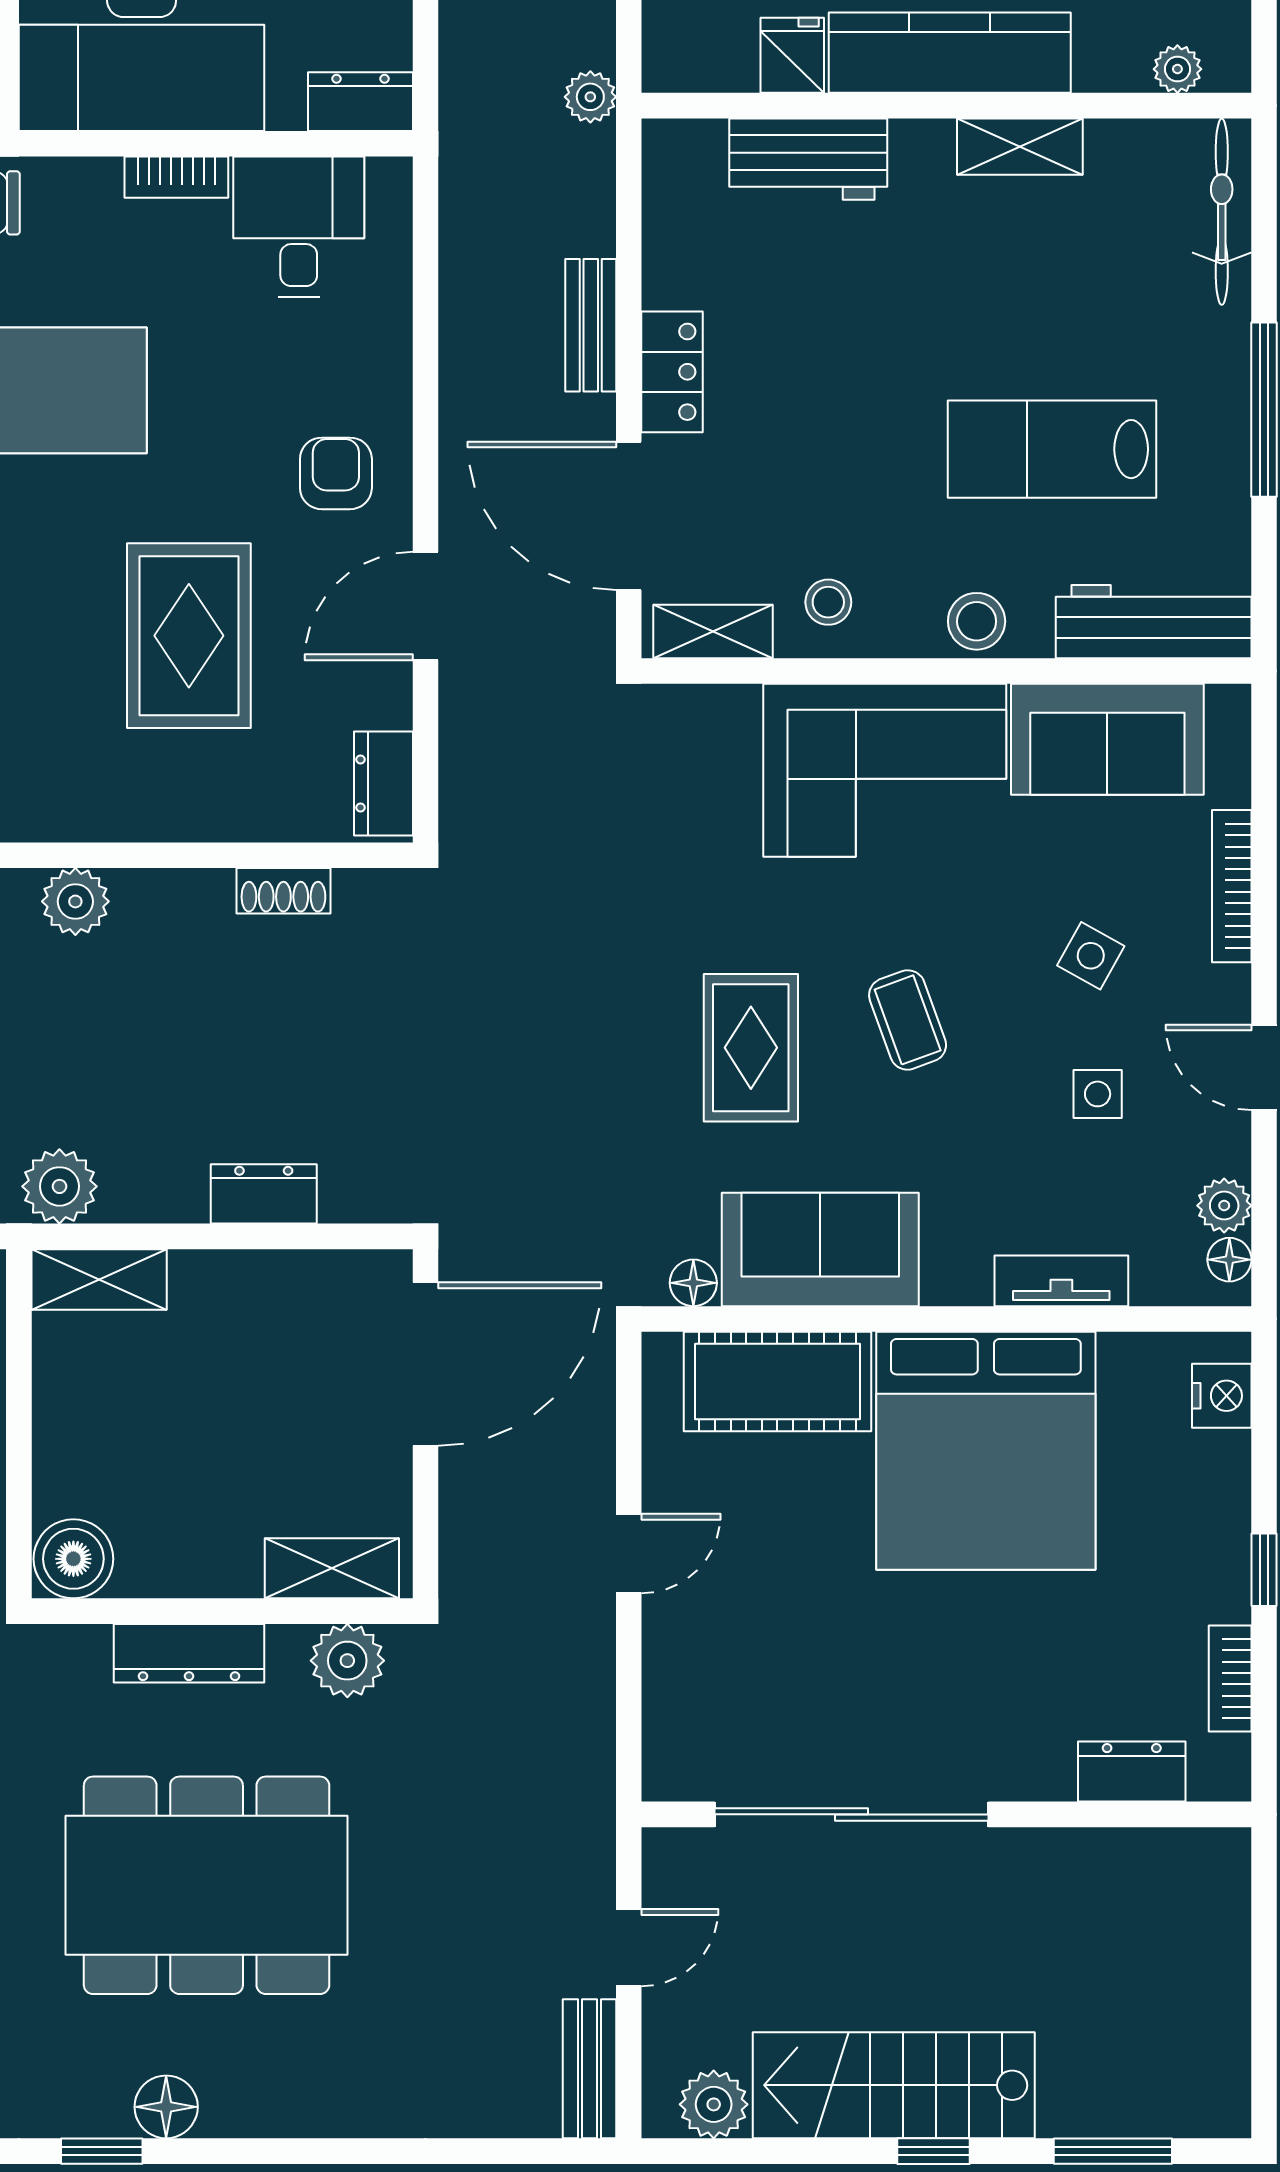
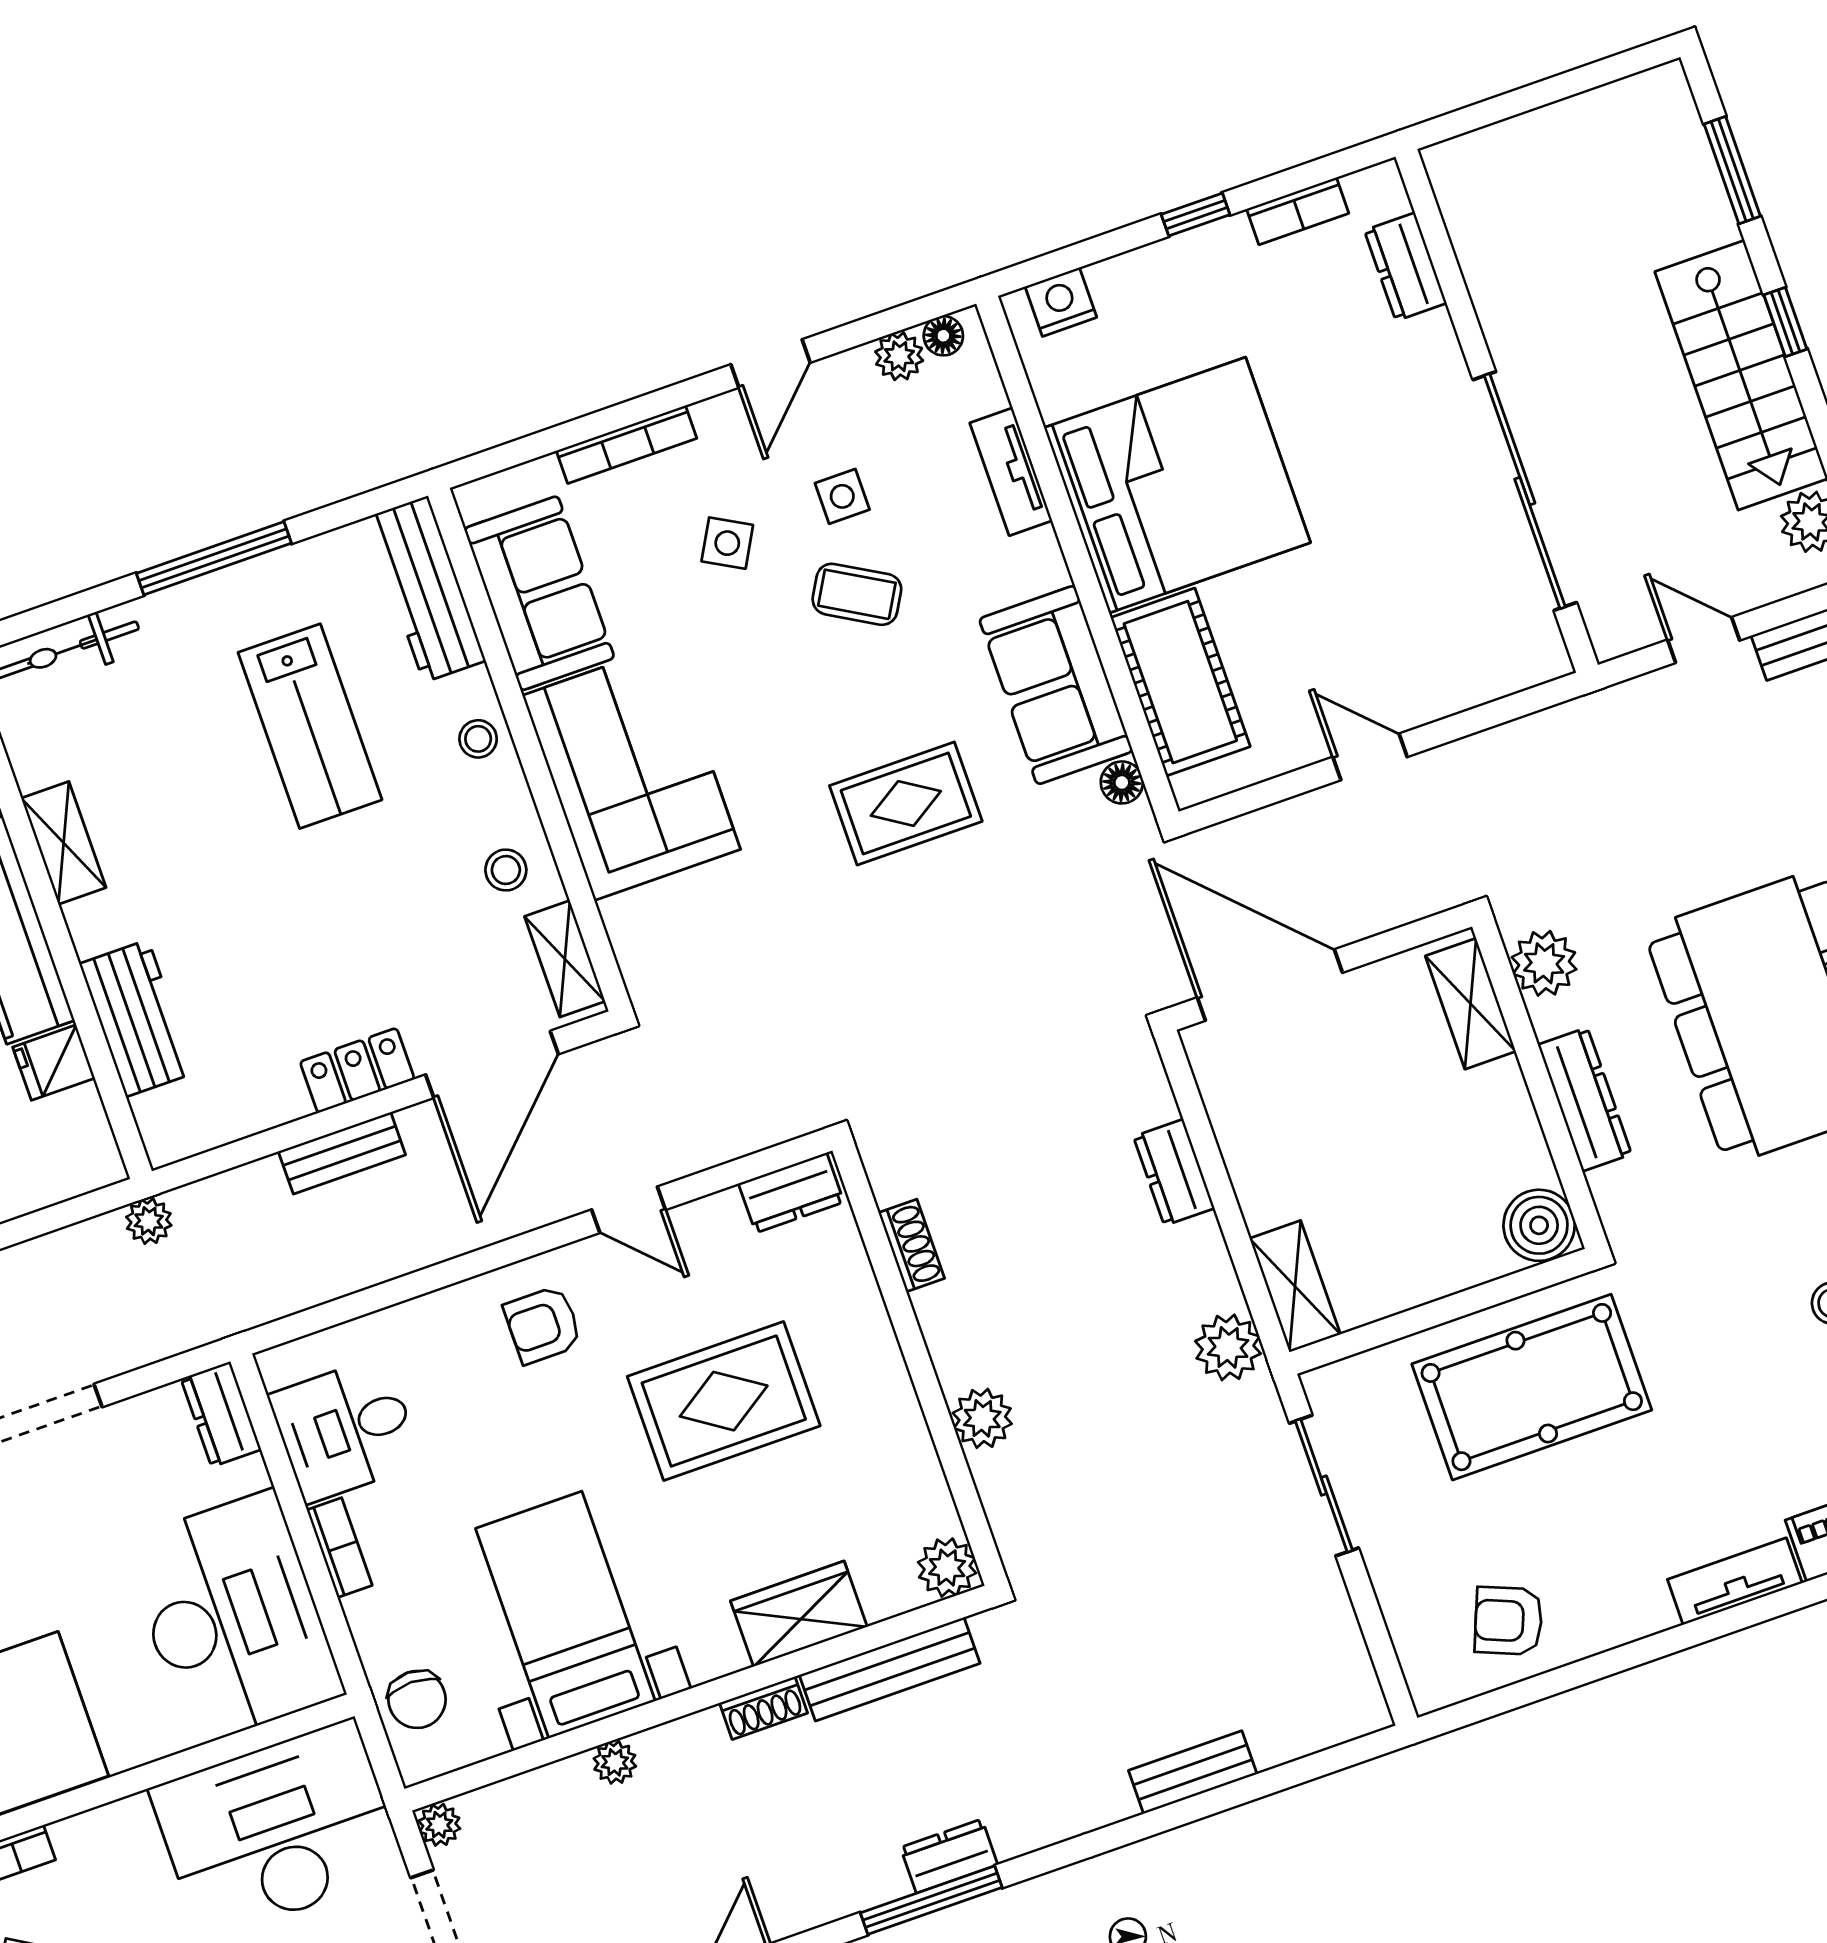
door: (425, 606) -> (629, 1210), width x0.73
stool: (977, 621) -> (478, 739), width x0.73, depth x0.73
coffee table: (908, 1020) -> (857, 594), moved, turned 50

